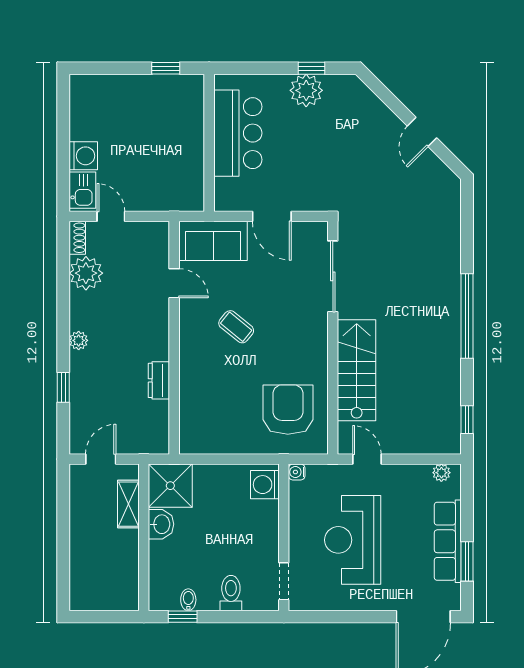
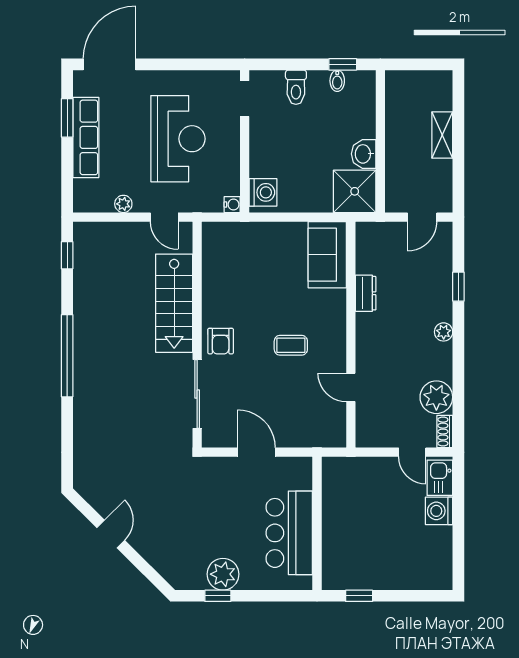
sofa: (213, 241) -> (327, 255), moved, turned -90
coffee table: (236, 327) -> (291, 345), turned -39
armchair: (288, 410) -> (221, 341), moved, width x0.53, depth x0.53
plant: (441, 473) -> (123, 204), moved
shelving: (128, 504) -> (442, 135), moved

